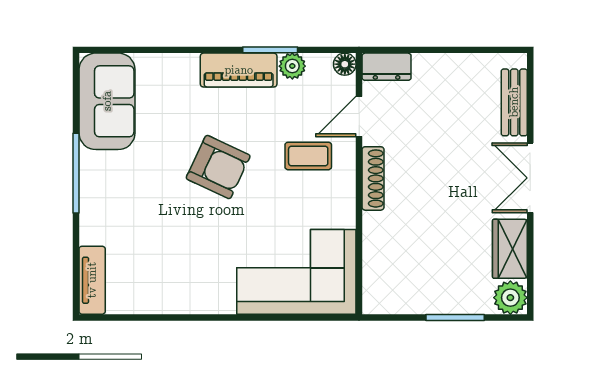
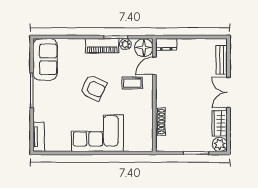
floor lamp: (345, 64) -> (144, 48), width x1.89, depth x1.89
shoe rack: (373, 178) -> (160, 122), moved
corner sofa: (296, 272) -> (97, 133), moved

